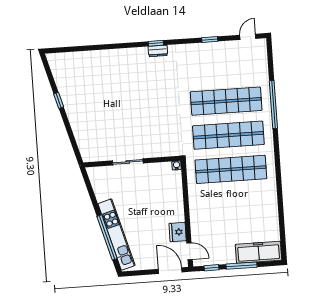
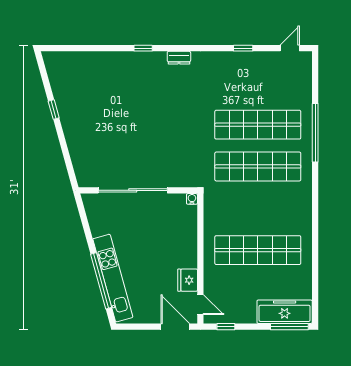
window: (156, 43) -> (143, 48), moved
sliding door: (128, 162) -> (133, 190), width x1.86
shop shelf: (231, 169) -> (258, 250), moved
window: (241, 266) -> (289, 327), moved

